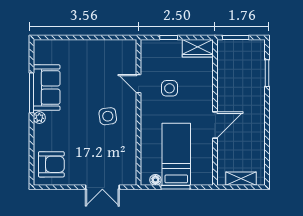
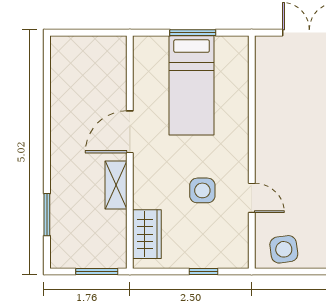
wardrobe: (198, 48) -> (147, 234), moved, turned 90
side table: (108, 116) -> (284, 249), moved
shelving: (241, 179) -> (116, 185), moved, turned 90
floor lamp: (155, 180) -> (225, 44), removed

